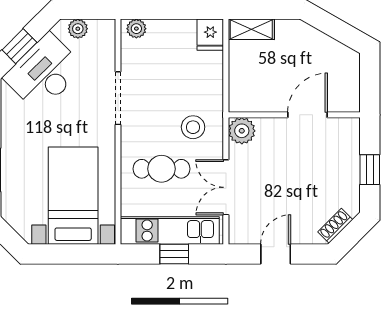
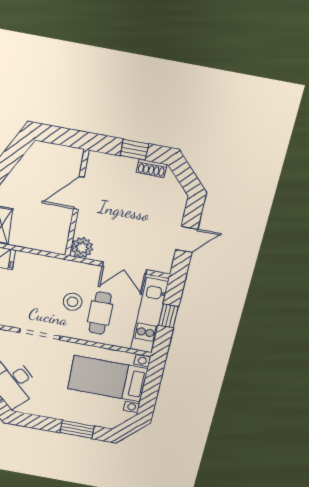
door: (308, 115) -> (79, 193), hinge flipped
stool: (193, 127) -> (73, 302), moved
shoe rack: (335, 226) -> (152, 168), moved, turned -45
door: (276, 254) -> (187, 239), swing flipped

